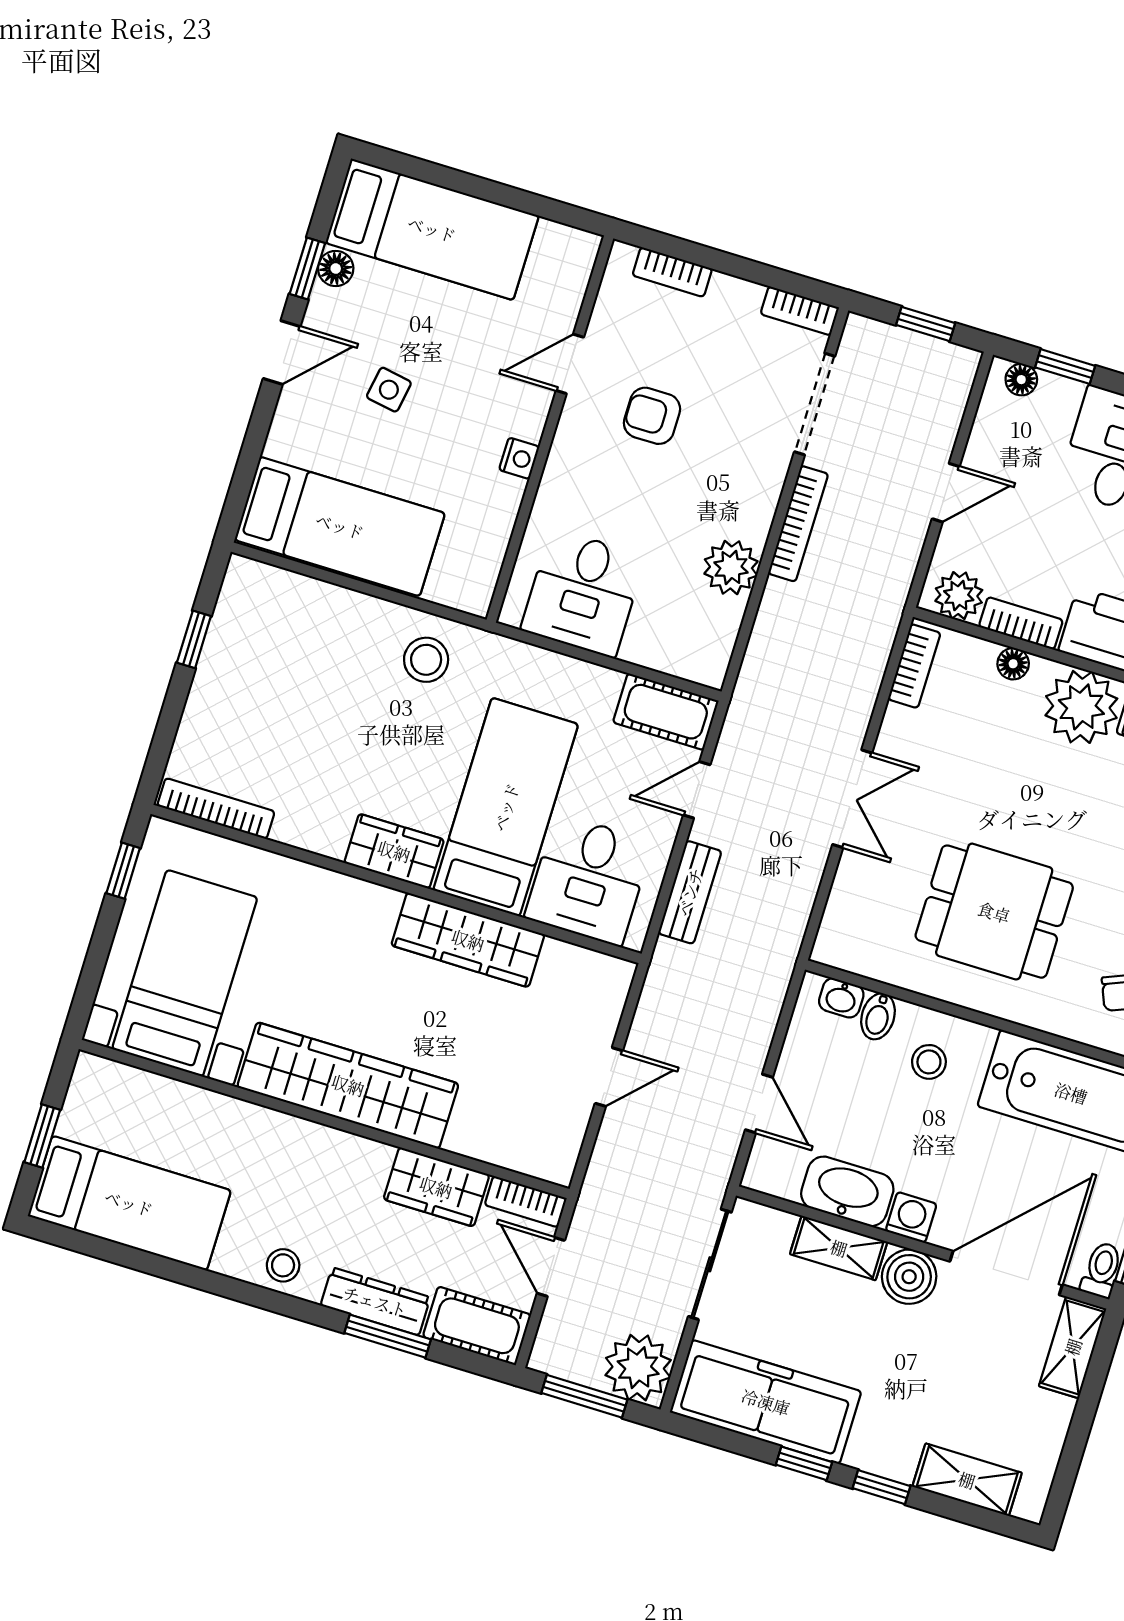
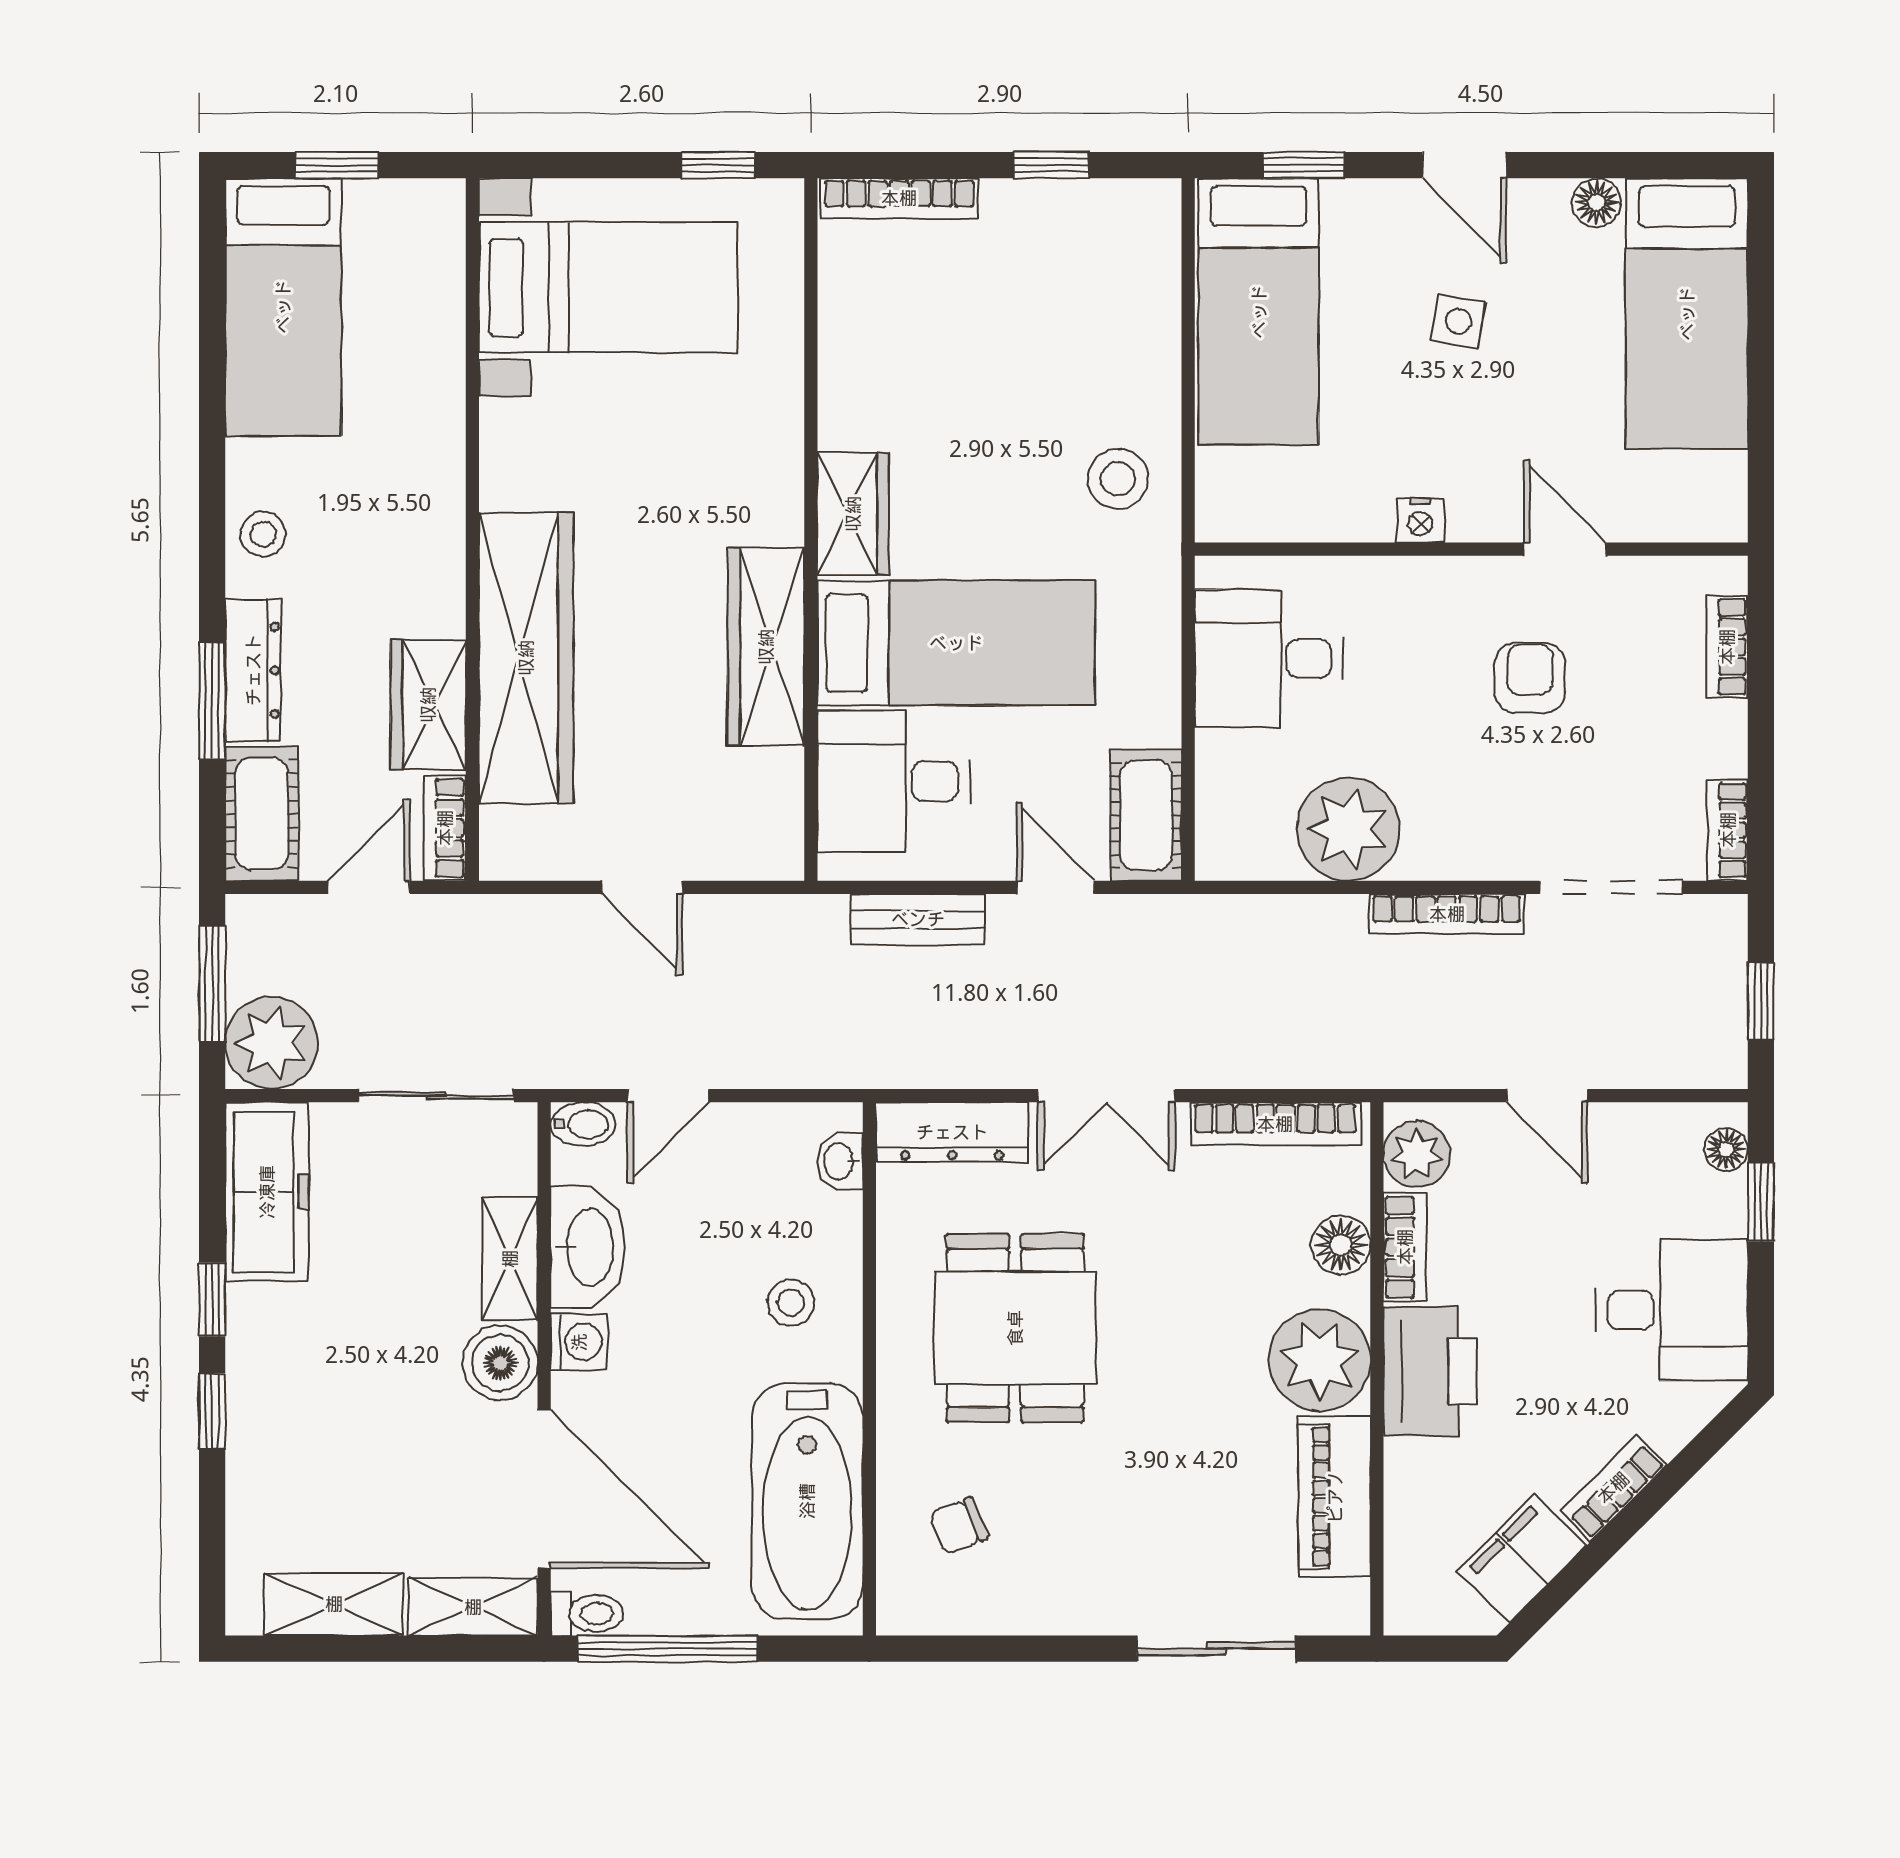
window: (307, 268) -> (1304, 165), moved
plant: (731, 567) -> (1348, 829), width x1.36, depth x1.36
floor lamp: (1013, 664) -> (1341, 1245), width x1.37, depth x1.37
bookcase: (914, 666) -> (1275, 1124), width x1.56
bookcase: (216, 809) -> (899, 198), moved, turned 90
dresser: (845, 914) -> (952, 1132), added
bidet: (878, 1016) -> (583, 1124), moved, turned 180
wardrobe: (348, 1085) -> (526, 658), moved
freezer: (766, 1402) -> (267, 1192), width x0.73, depth x0.79
shelving: (967, 1480) -> (334, 1604), moved, turned 90

